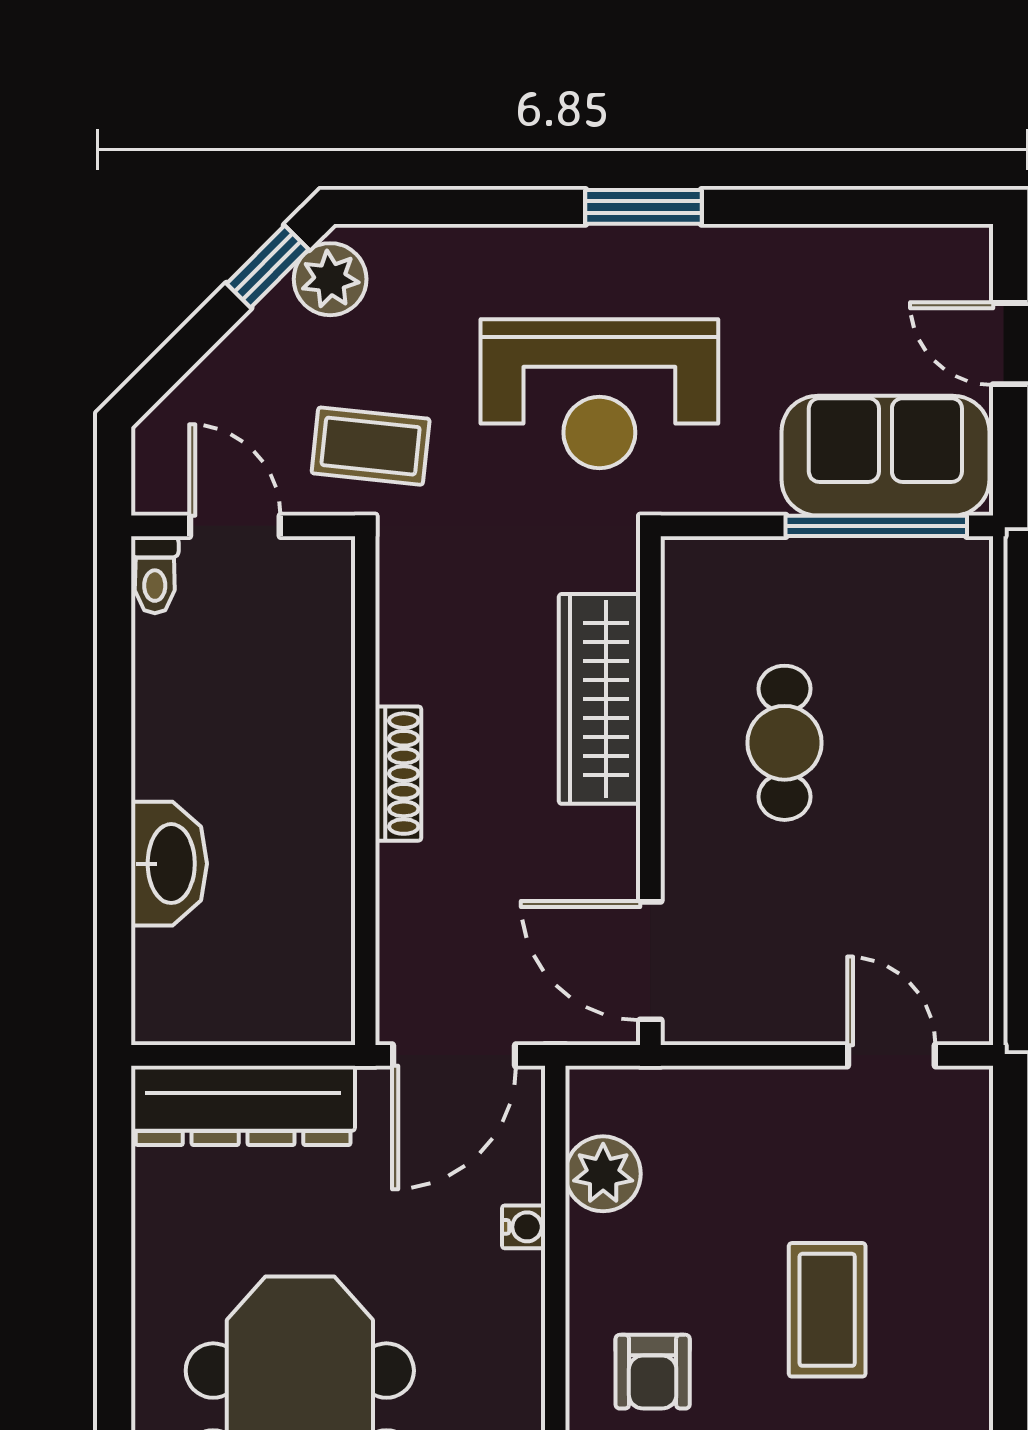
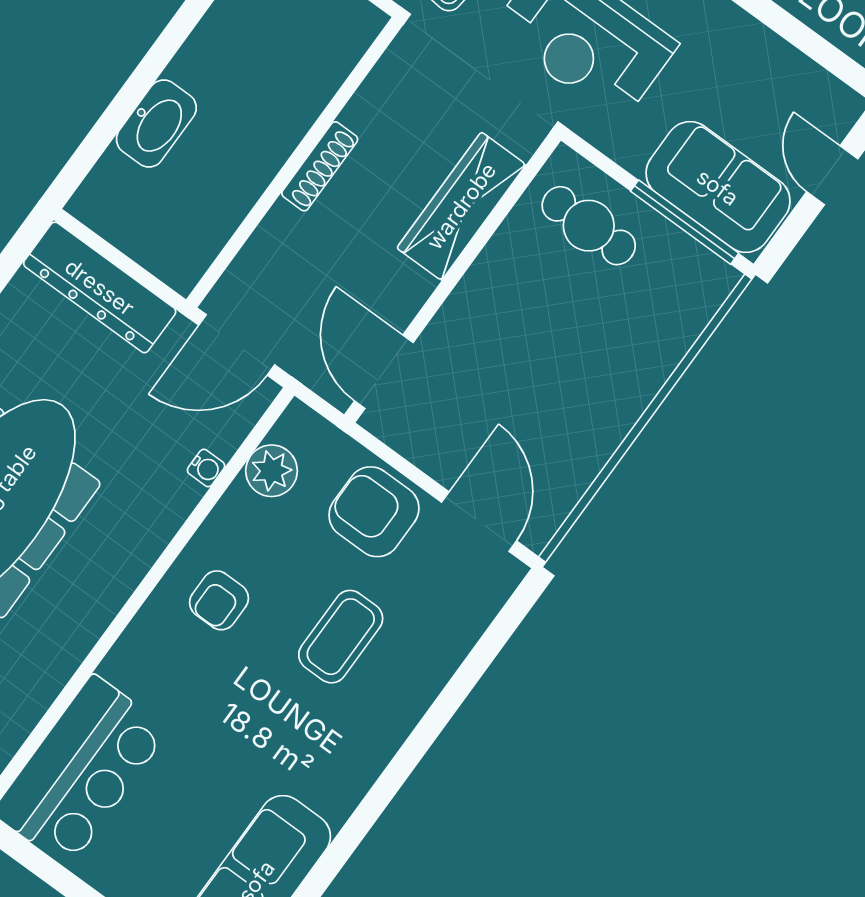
cafe table: (785, 743) -> (589, 226), moved, turned 90
door: (891, 1055) -> (479, 522), width x1.37
armchair: (759, 1134) -> (374, 512), added

